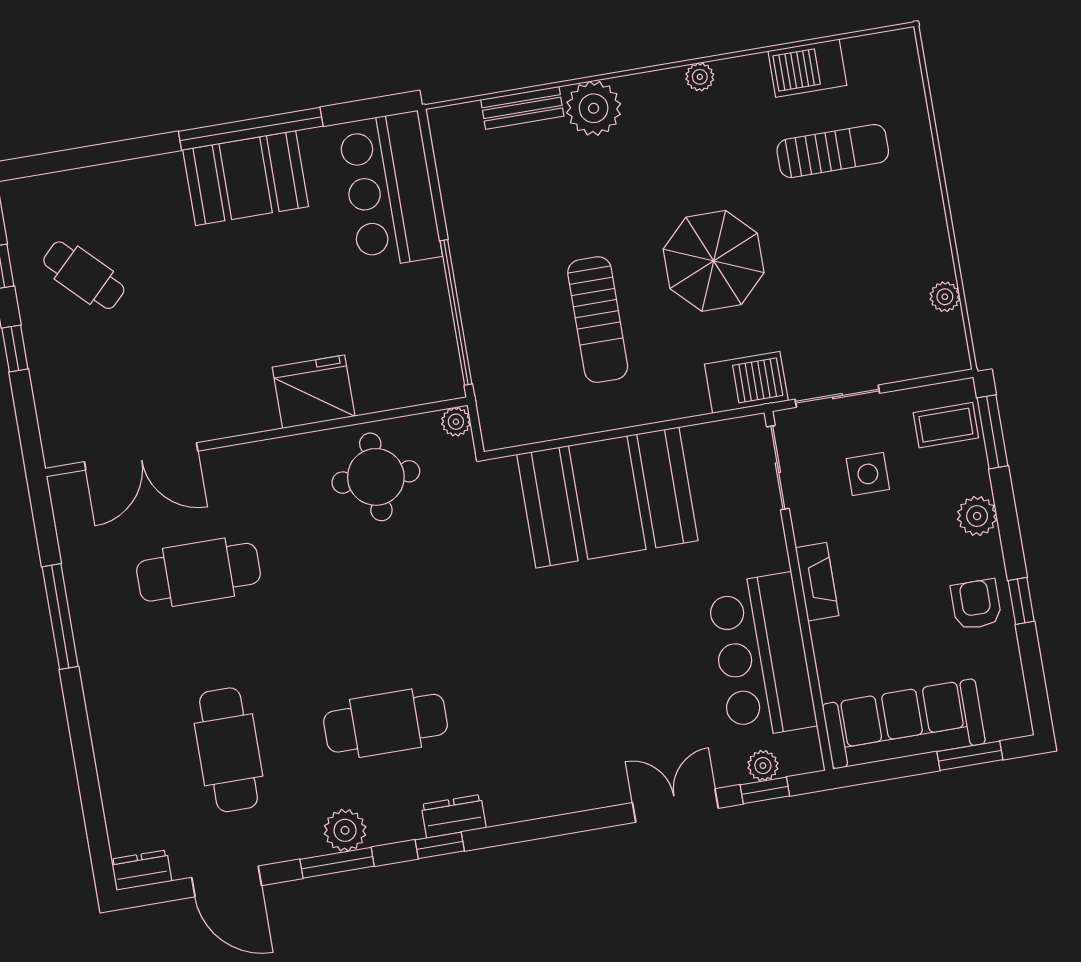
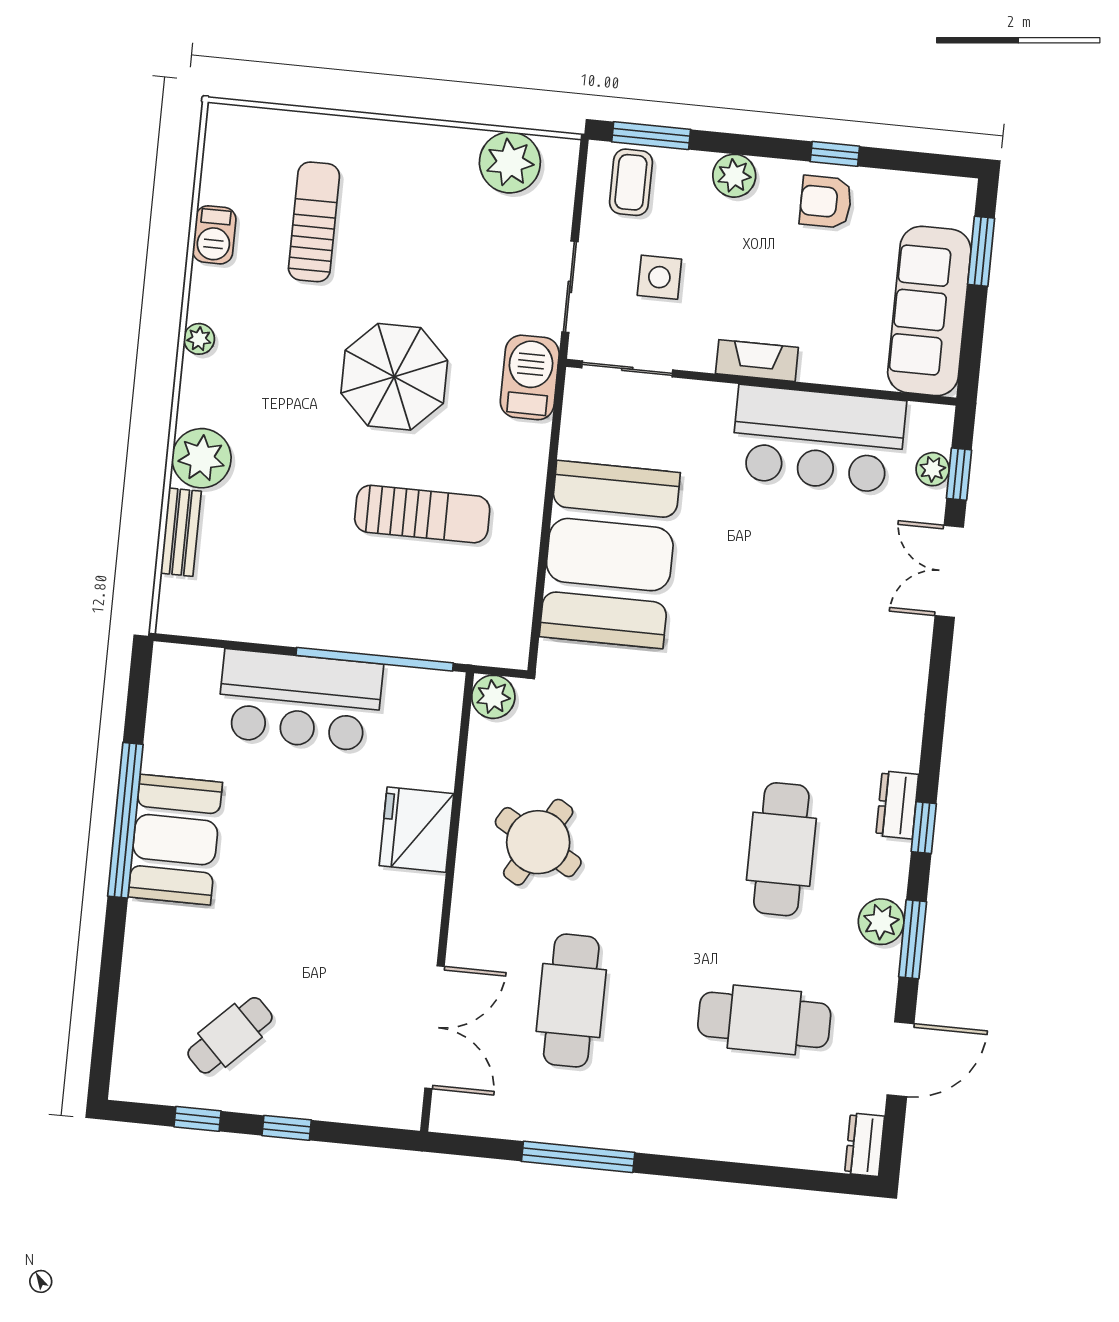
barbecue: (807, 68) -> (214, 235), width x0.73, depth x0.79
bar counter: (390, 190) -> (300, 700), moved
plant: (945, 297) -> (510, 162), width x1.88, depth x1.88
plant: (456, 422) -> (493, 697), width x1.38, depth x1.38
round table: (376, 477) -> (538, 842), moved, turned 30

